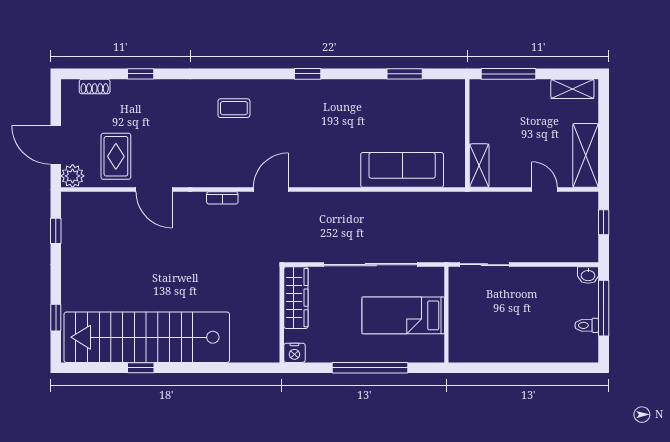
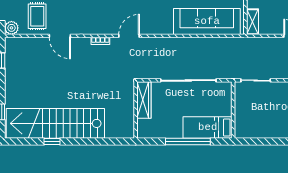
sofa: (402, 170) -> (207, 21), width x1.36, depth x1.27
bed: (403, 315) -> (208, 127), moved
nightstand: (294, 353) -> (143, 133), removed

